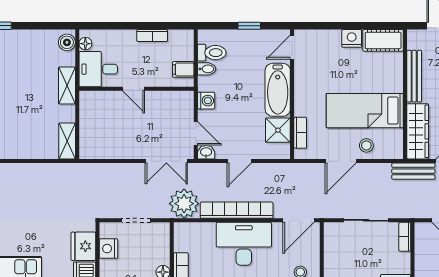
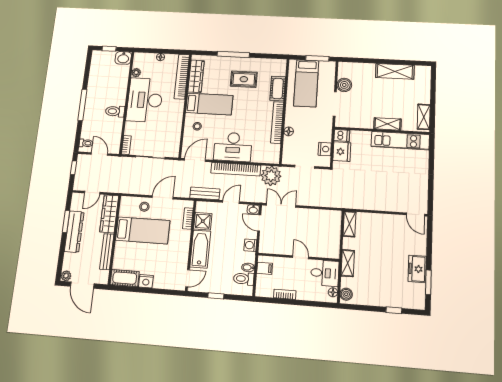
bench: (413, 171) -> (205, 193), moved

